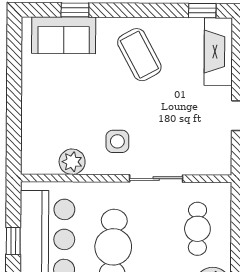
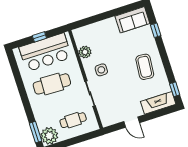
sofa: (64, 35) -> (132, 20), moved, turned -90
coffee table: (139, 55) -> (145, 67), turned -57

